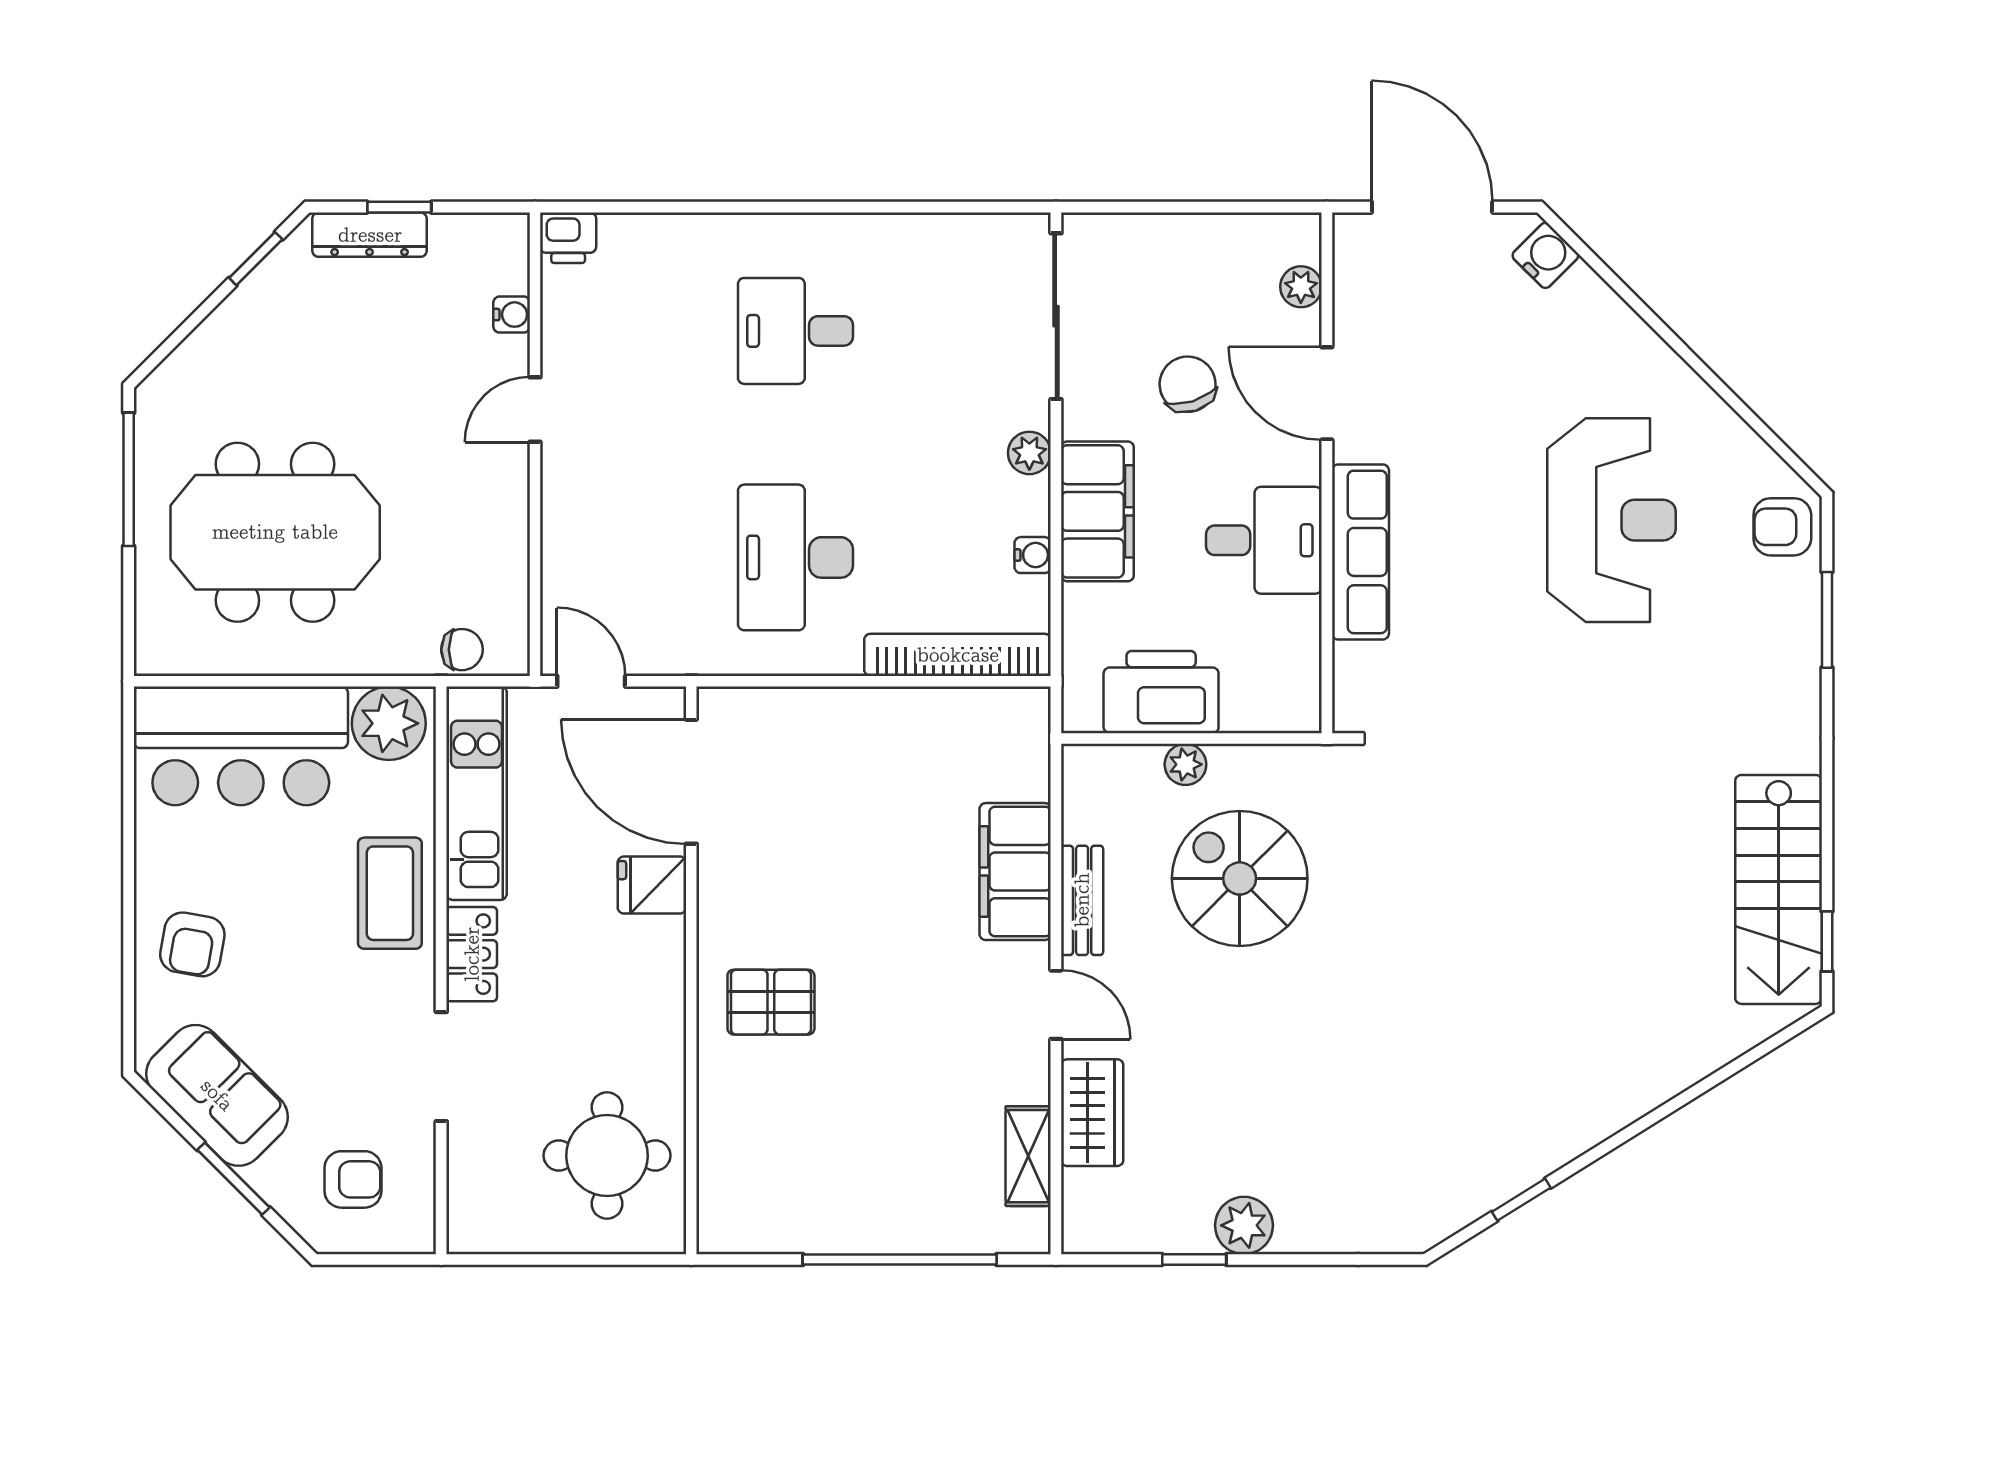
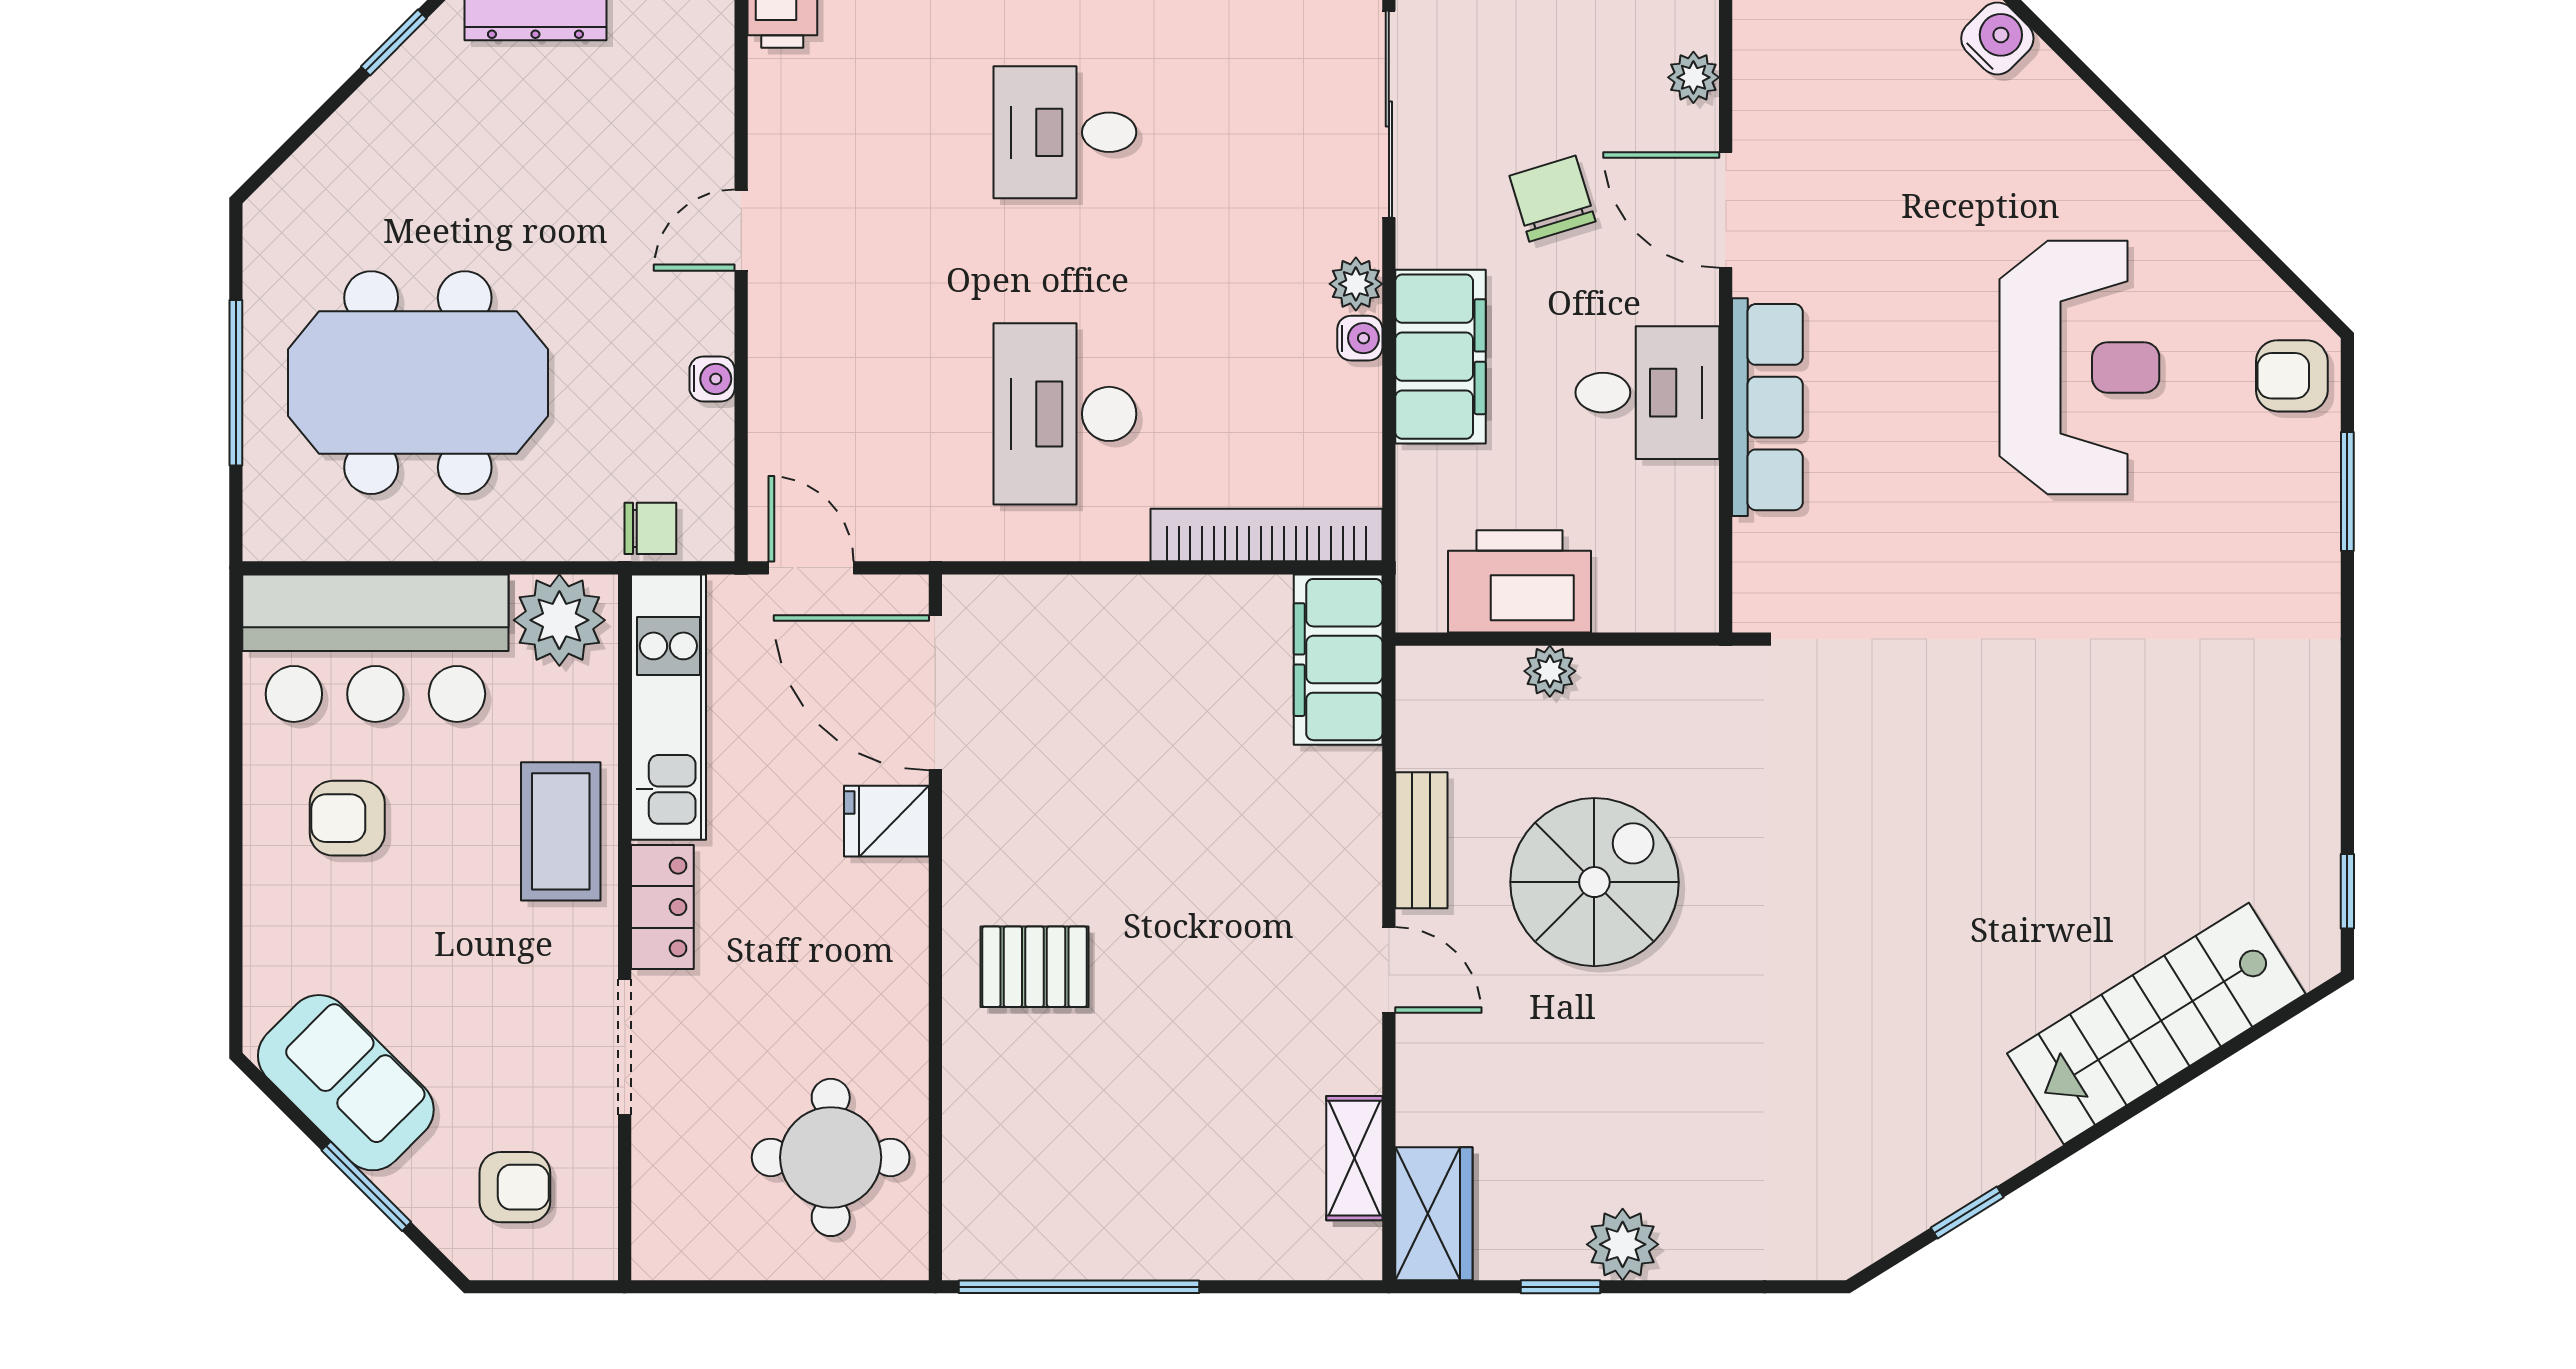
water cooler: (512, 315) -> (712, 379), moved
window: (129, 479) -> (236, 383), moved
water cooler: (1033, 555) -> (1360, 338), moved
filing cabinet: (1015, 872) -> (1338, 660), moved
spiral stairs: (1240, 878) -> (1594, 882), moved, turned 90
stairs: (1779, 889) -> (2156, 1024), moved, turned 58
armchair: (192, 944) -> (347, 818), moved, turned 80
wardrobe: (1092, 1113) -> (1434, 1214), moved
window: (900, 1259) -> (1079, 1287), moved

